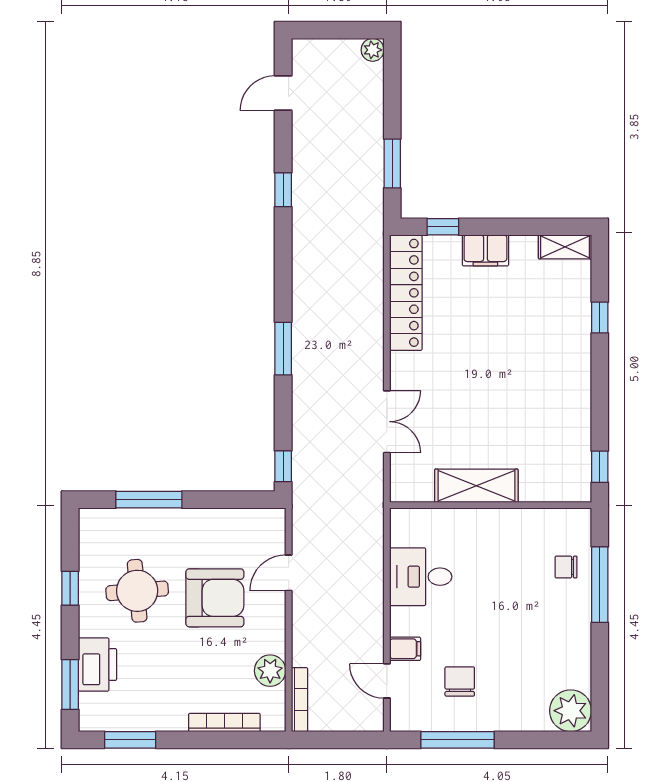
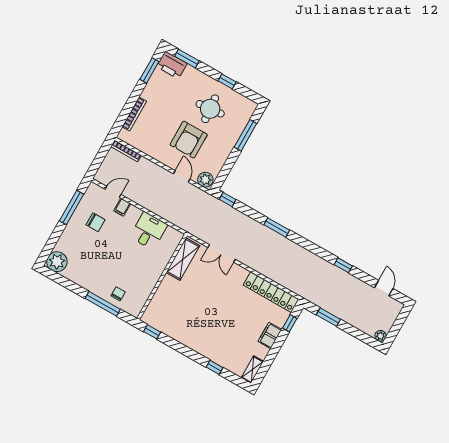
shelving: (476, 486) -> (183, 259), moved
printer: (97, 665) -> (172, 65), moved
plant: (270, 671) -> (205, 180), moved

